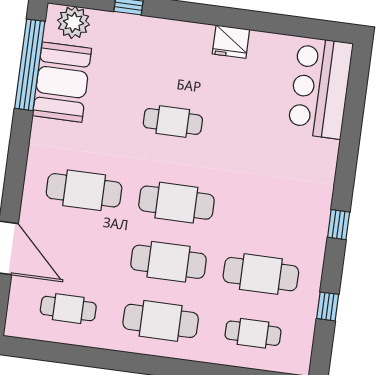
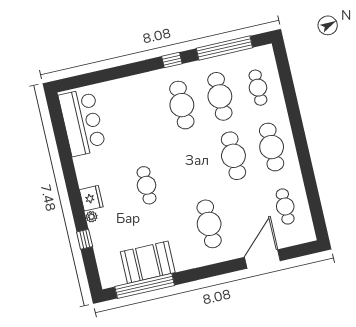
plant: (73, 22) -> (91, 217), moved, width x0.53, depth x0.53
fridge: (231, 42) -> (91, 198), moved
bar counter: (320, 88) -> (82, 122), moved, turned -90
cafe table: (176, 203) -> (182, 105), moved
window: (328, 306) -> (224, 48), width x3.17

